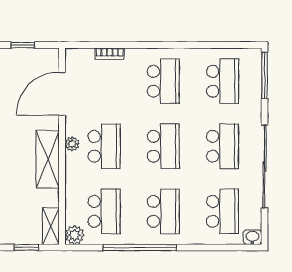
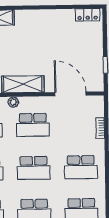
plant: (72, 144) -> (13, 102), moved

